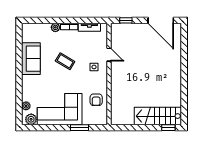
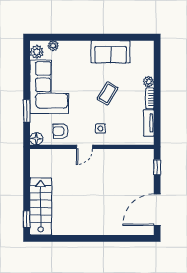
door: (109, 55) -> (84, 147), moved
floor lamp: (102, 120) -> (36, 139), added

